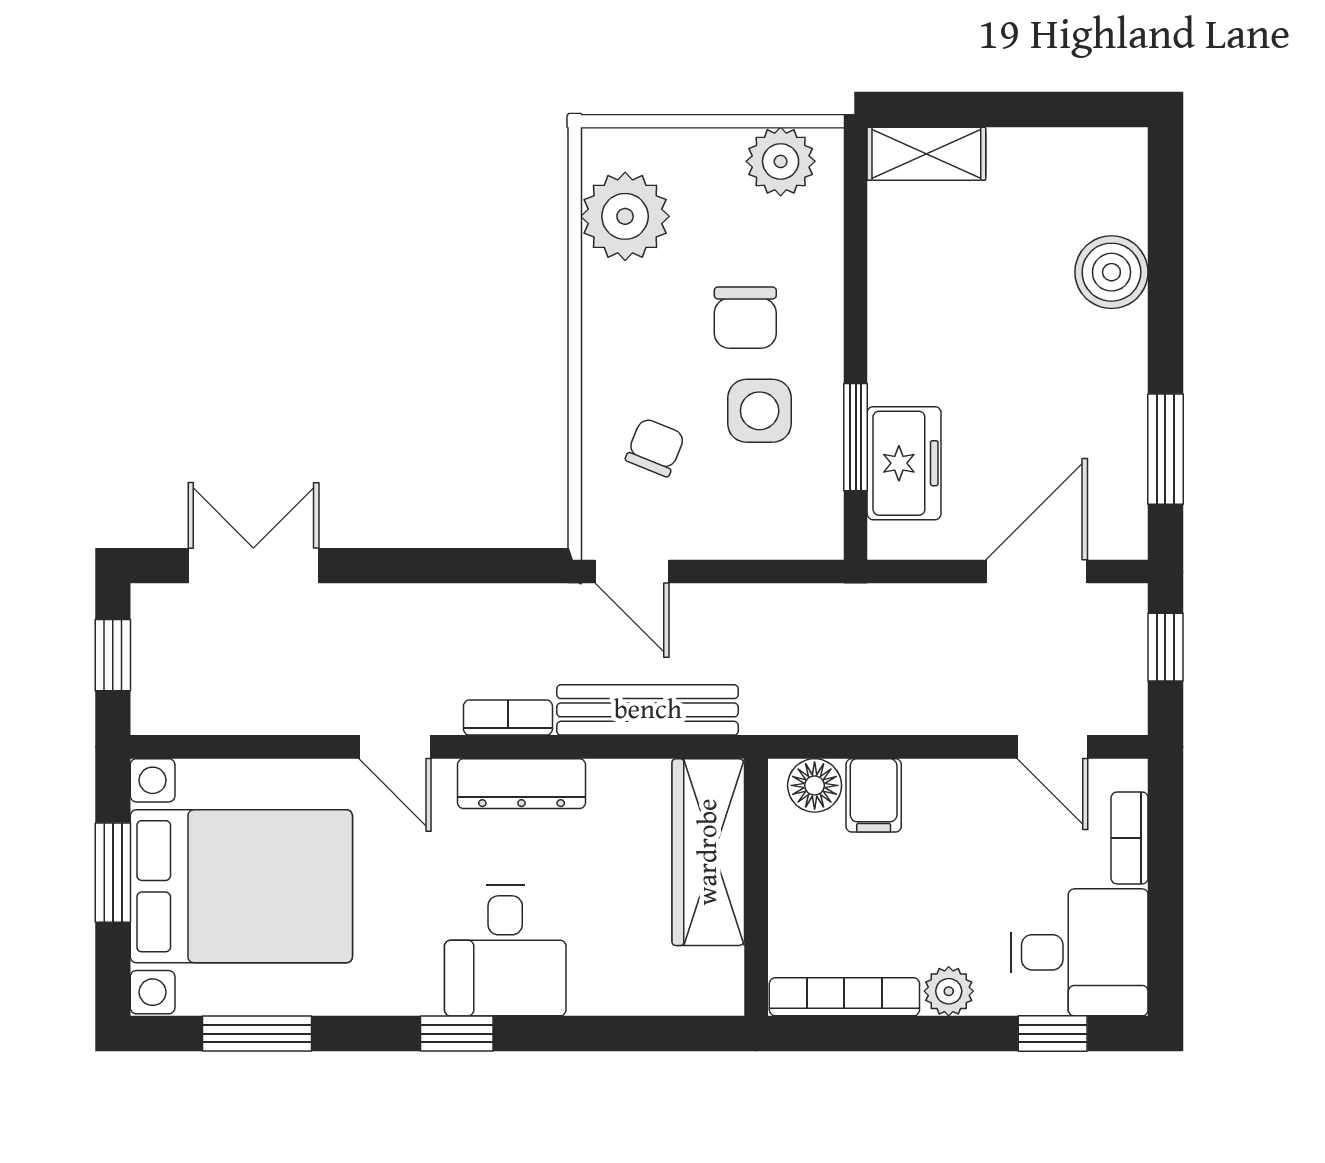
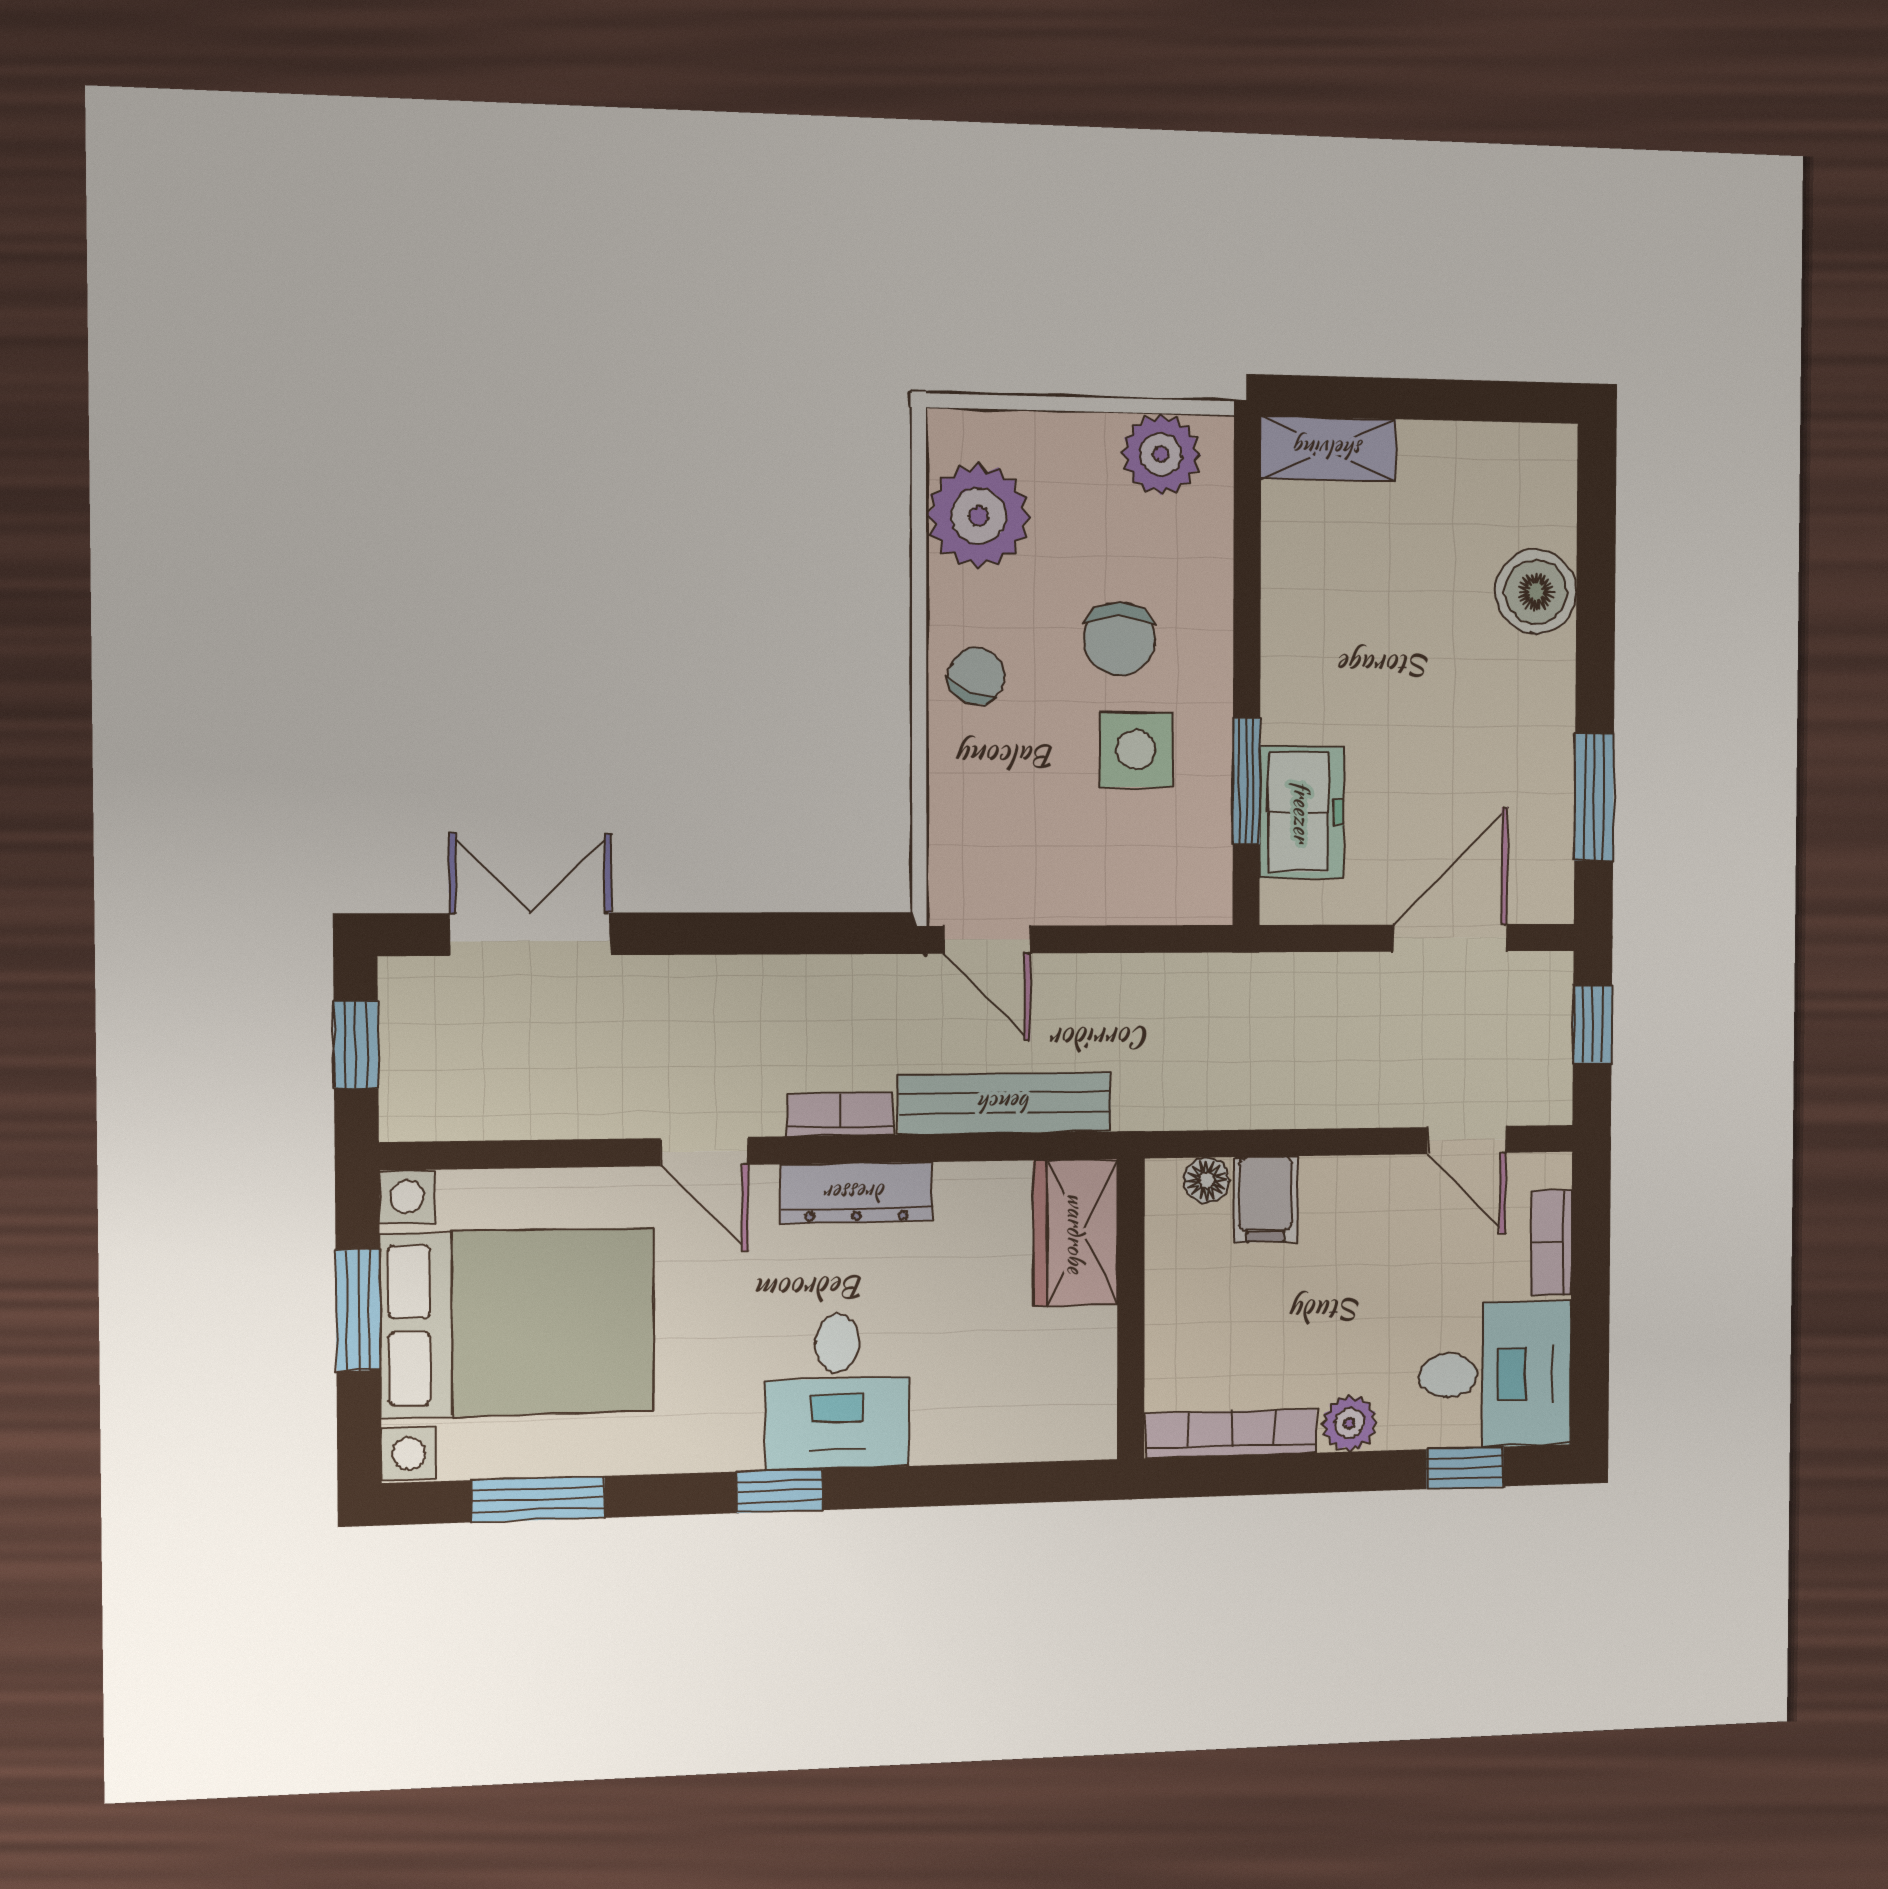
chair: (655, 447) -> (976, 676), moved
floor lamp: (815, 785) -> (1207, 1180), width x0.73, depth x0.73
wardrobe: (708, 852) -> (1076, 1233), width x0.67

